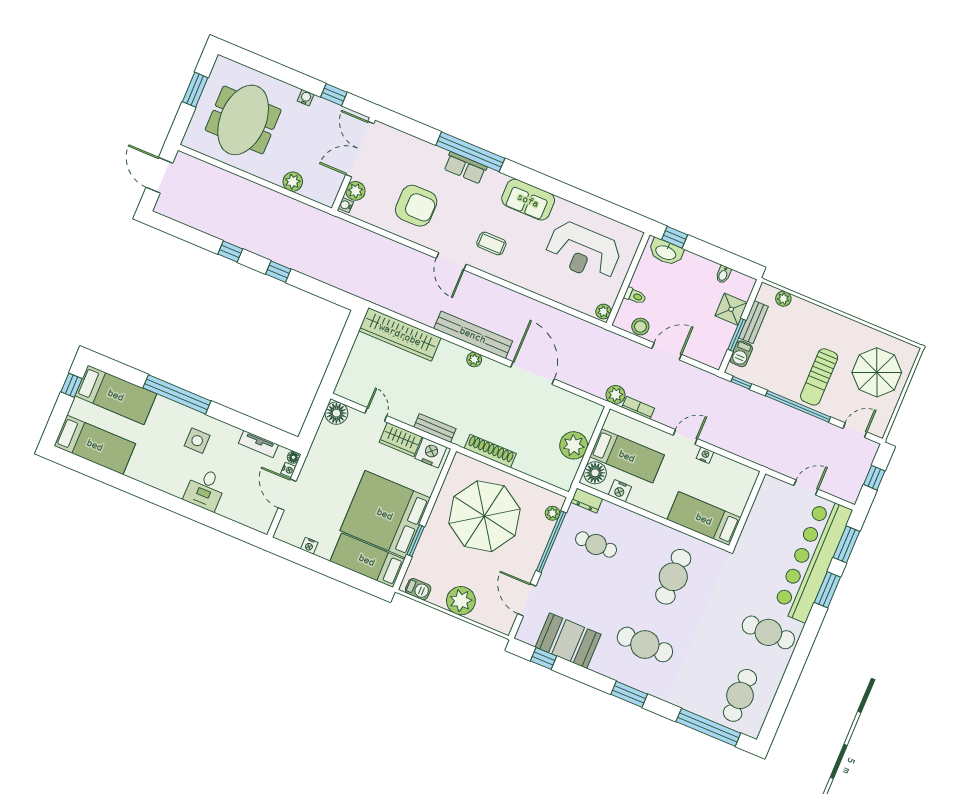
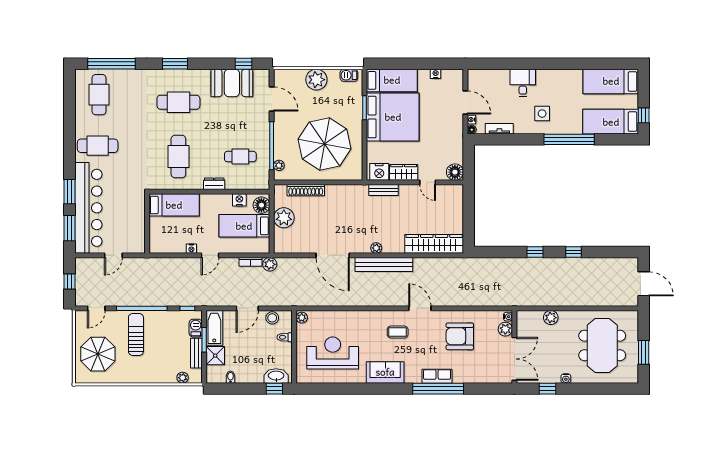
bathtub: (718, 344) -> (214, 328), added
shoe rack: (490, 451) -> (306, 190), moved
dresser: (587, 500) -> (214, 184), moved

